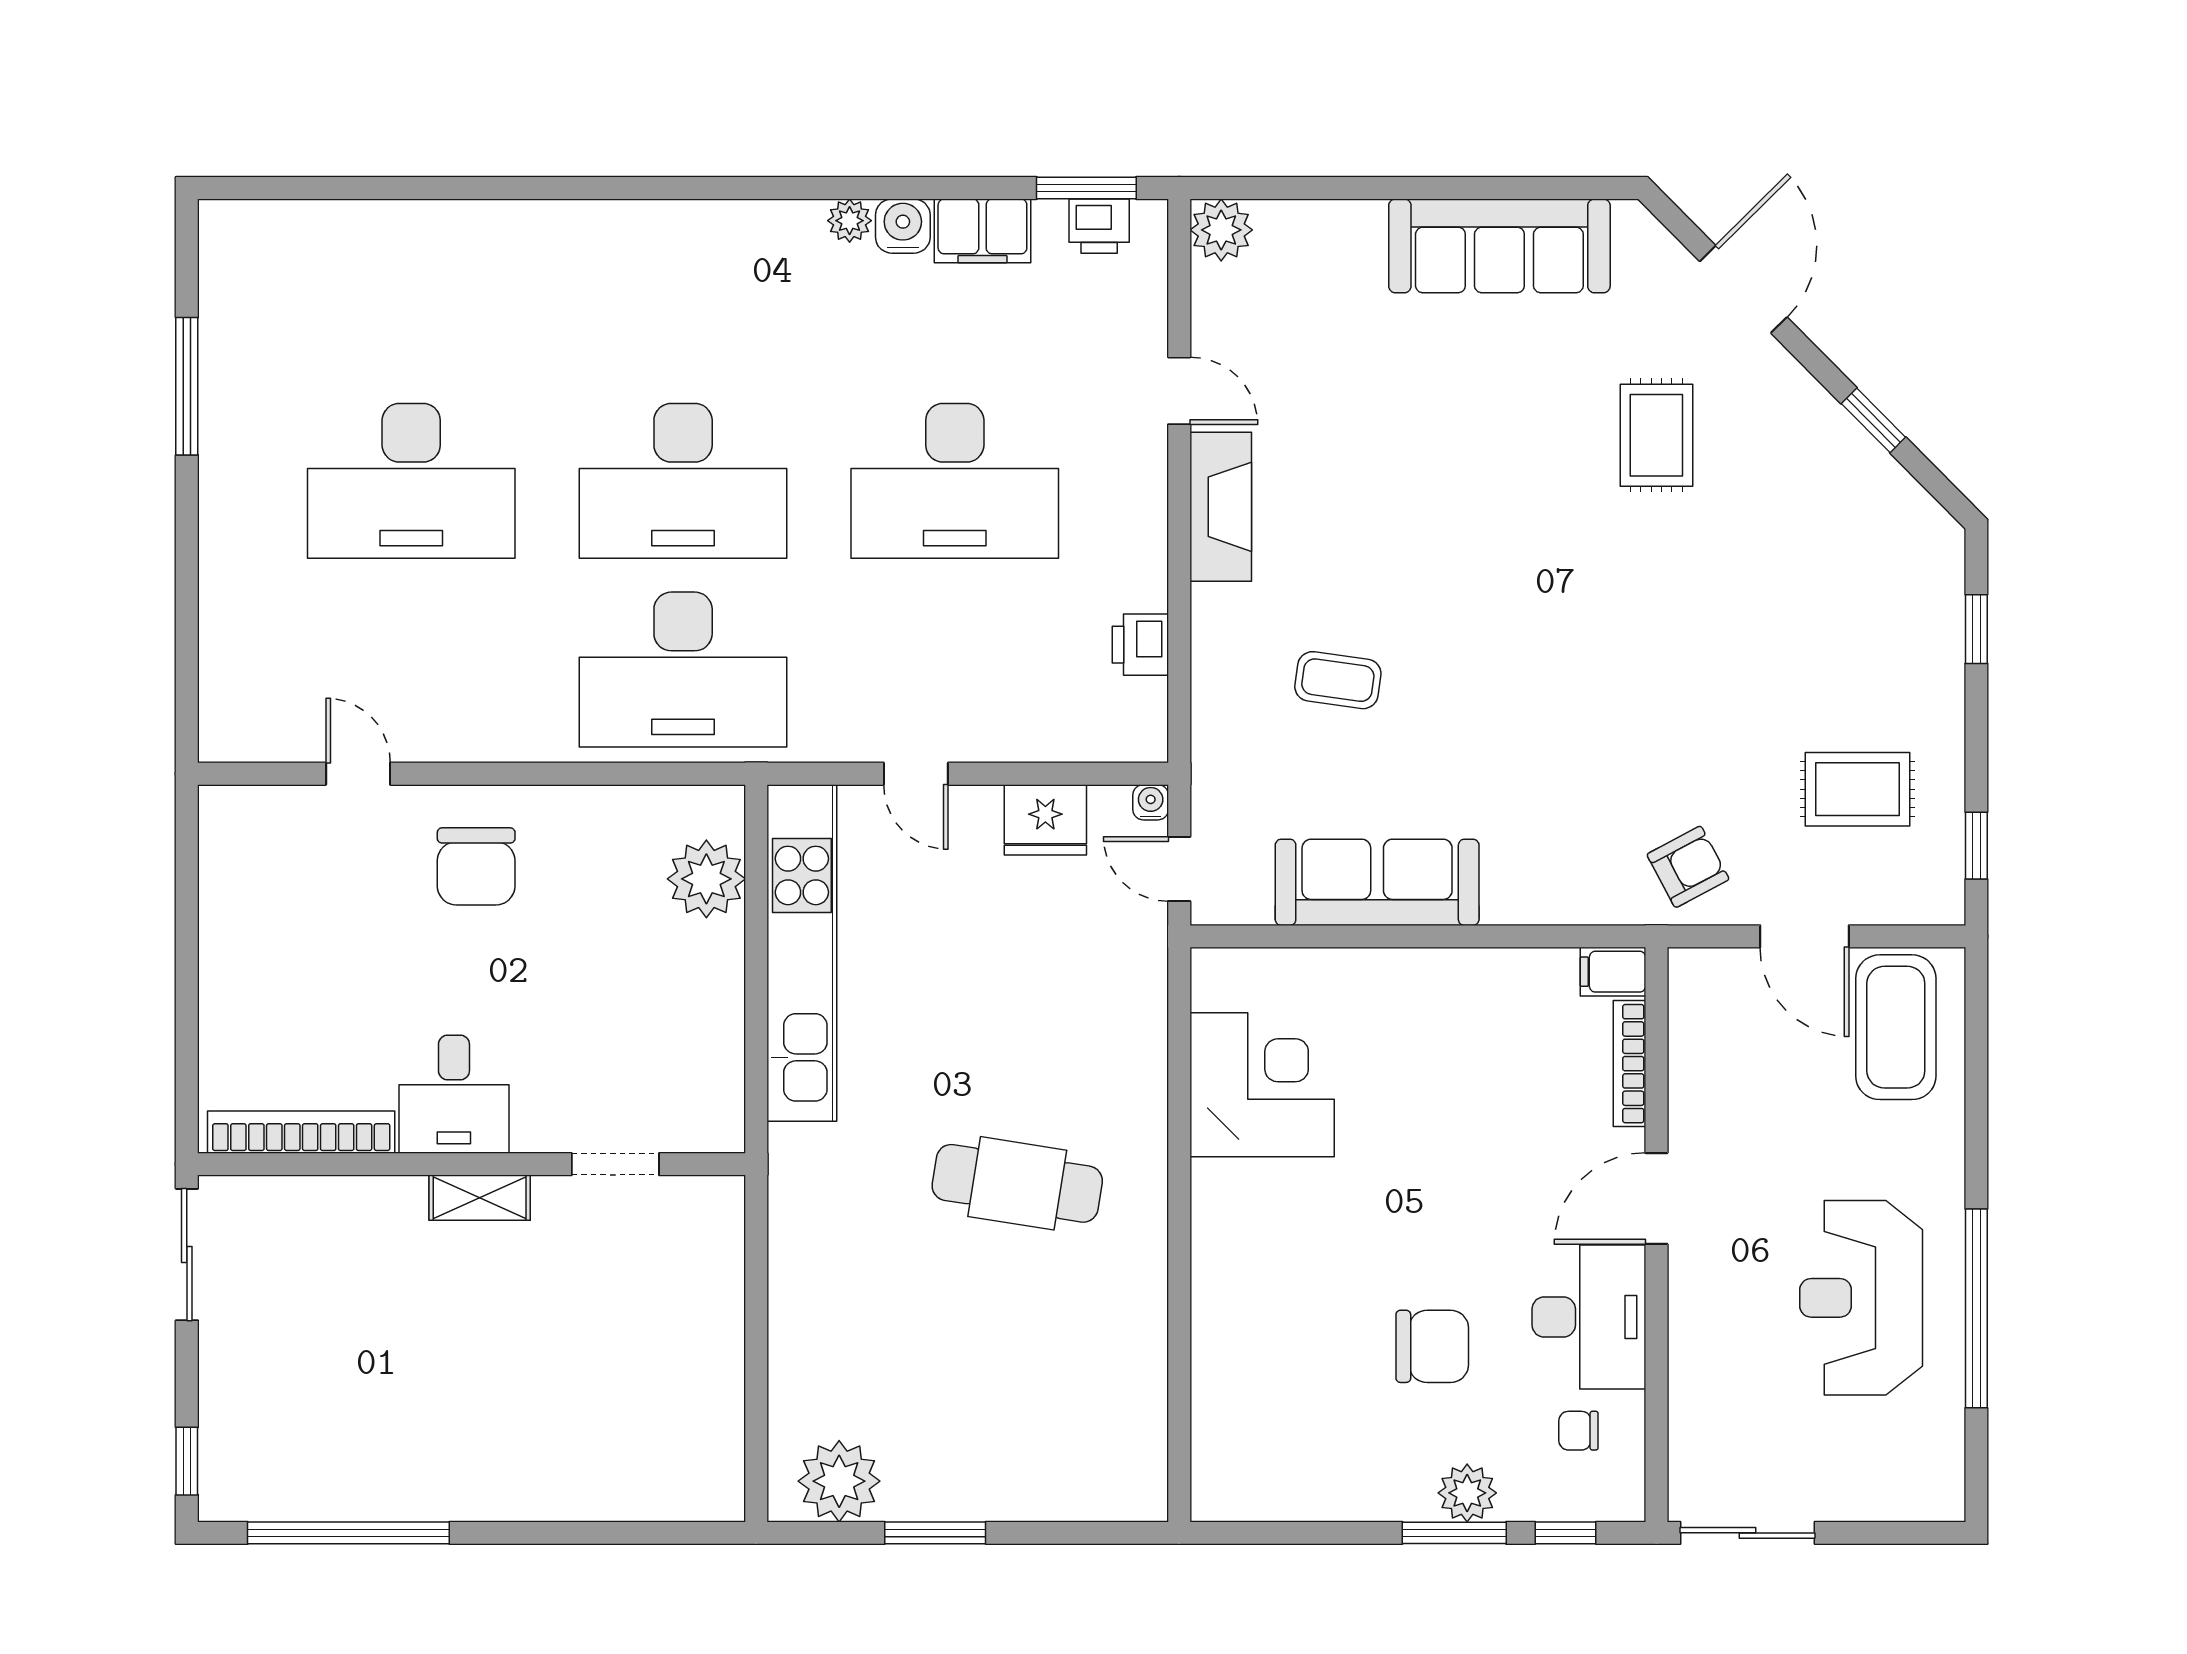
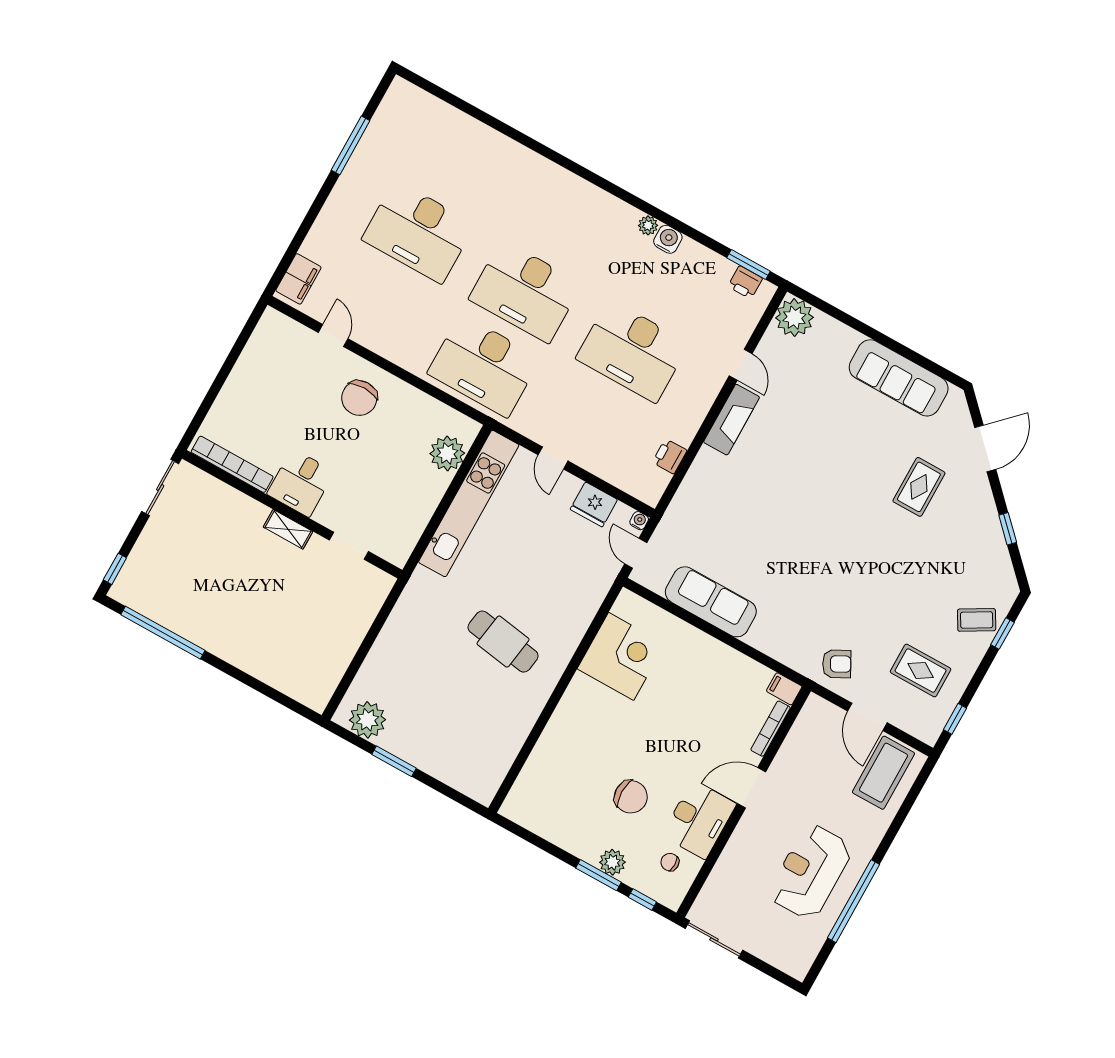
plant: (1221, 230) -> (794, 318), width x1.36, depth x1.36
filing cabinet: (982, 231) -> (298, 279), moved, turned -90
coffee table: (1338, 680) -> (977, 620), moved, turned -38

